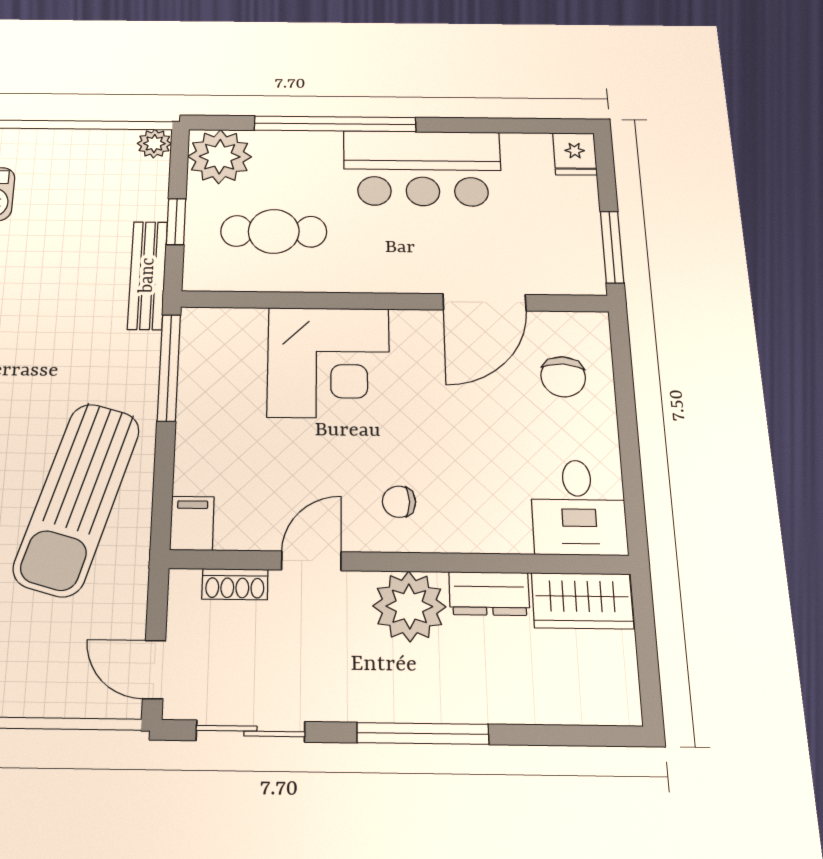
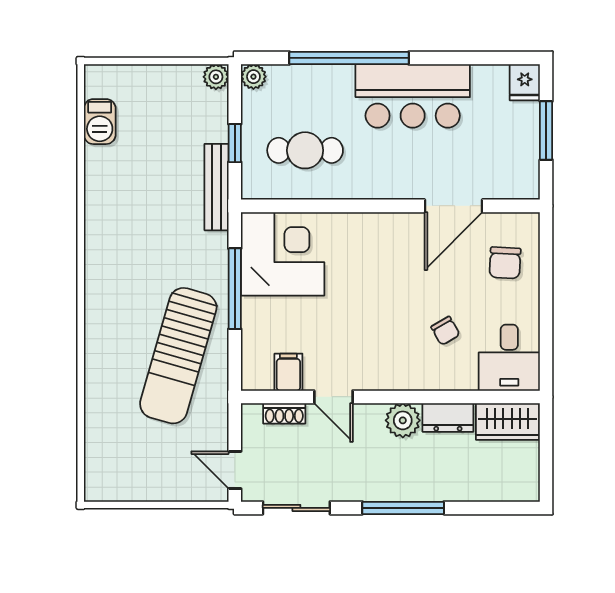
plant: (220, 157) -> (253, 77), width x0.53, depth x0.53
window: (612, 247) -> (546, 131), moved
corner desk: (328, 362) -> (283, 254), moved, turned -90
window: (169, 367) -> (235, 289), moved
chair: (399, 502) -> (445, 331), moved, turned -120
filing cabinet: (192, 523) -> (288, 372), moved
door: (311, 561) -> (333, 397), swing flipped
plant: (409, 606) -> (403, 420), width x0.73, depth x0.73

